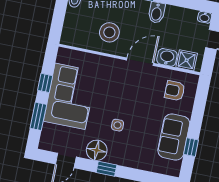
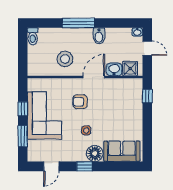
armchair: (175, 91) -> (80, 102), moved
sofa: (174, 137) -> (122, 151), moved, turned 90
window: (191, 147) -> (147, 96), moved
floor lamp: (97, 150) -> (95, 153), moved

